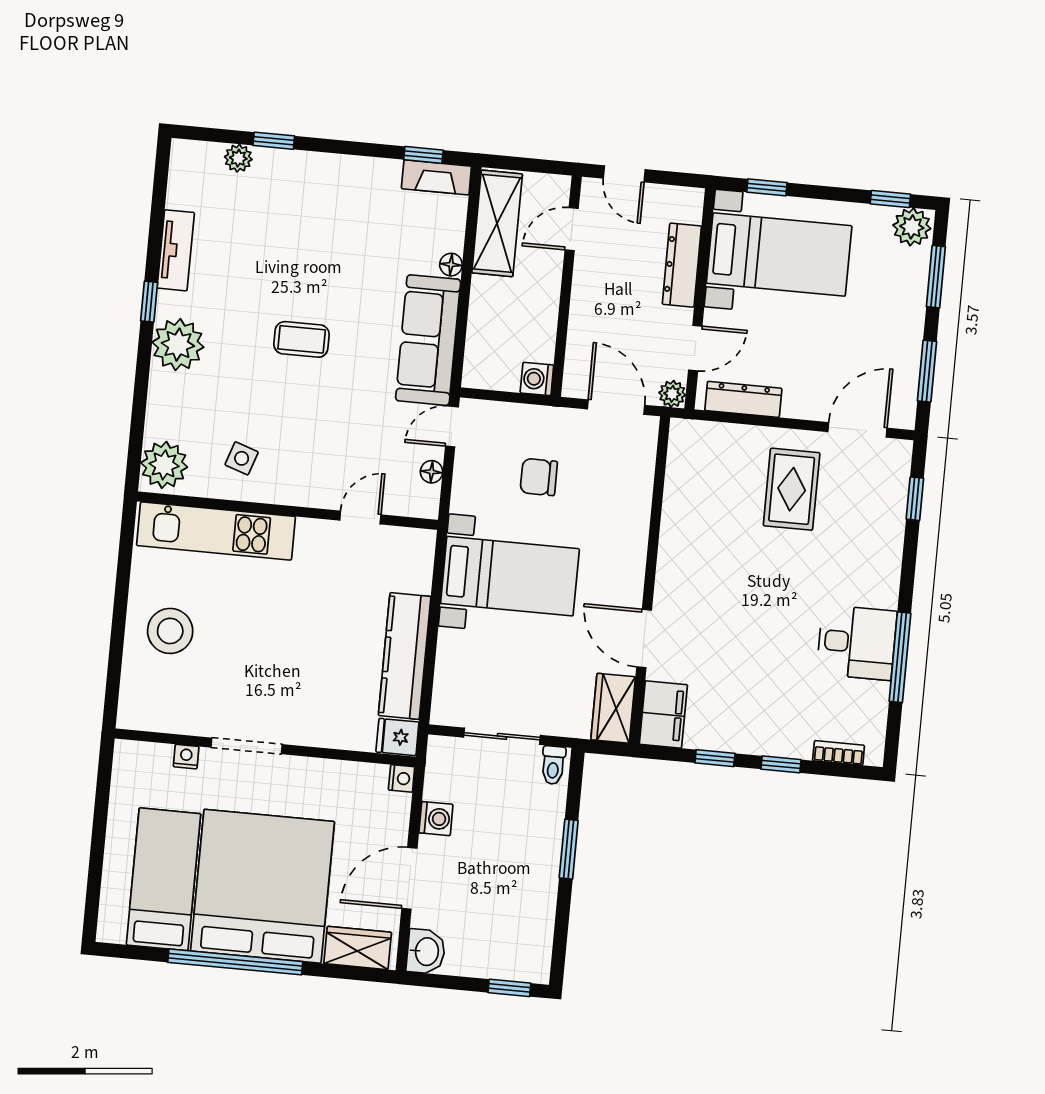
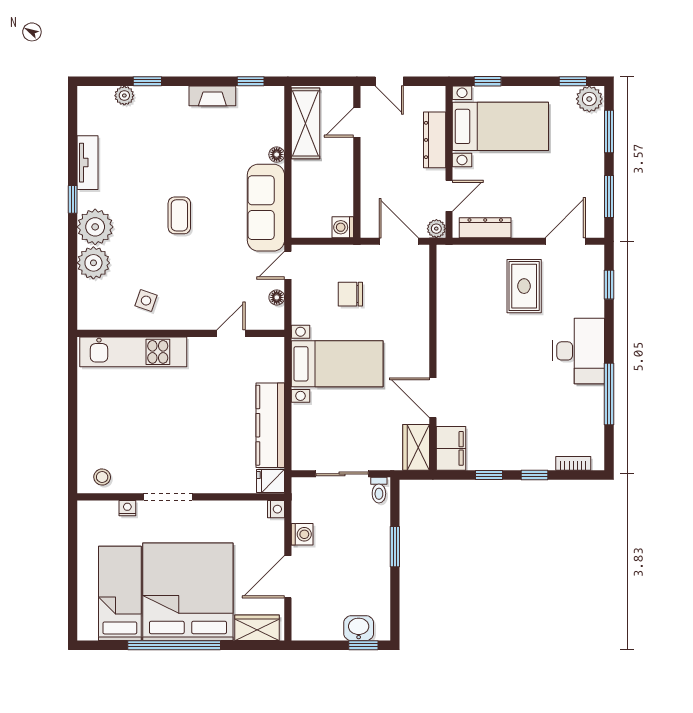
fireplace: (436, 177) -> (212, 96), moved
coffee table: (302, 339) -> (179, 215), turned 90
plant: (164, 465) -> (93, 263), moved
stool: (170, 631) -> (102, 477), moved, width x0.53, depth x0.53
desk: (857, 643) -> (579, 351), moved, width x1.37
washbasin: (426, 952) -> (359, 628), moved, turned -90

